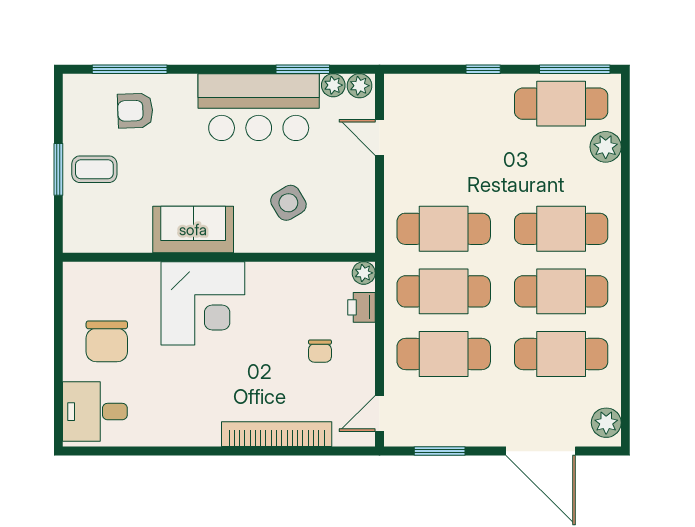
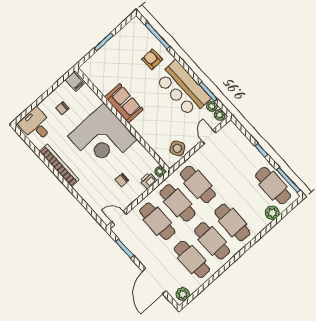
armchair: (135, 111) -> (152, 59), moved
coffee table: (94, 169) -> (114, 54), removed
side table: (288, 203) -> (177, 148), moved
filing cabinet: (81, 279) -> (75, 82), added
corner desk: (203, 303) -> (102, 137), width x1.36, depth x1.36
chair: (107, 341) -> (62, 108), width x0.54, depth x0.54
bookcase: (277, 434) -> (59, 166), moved

